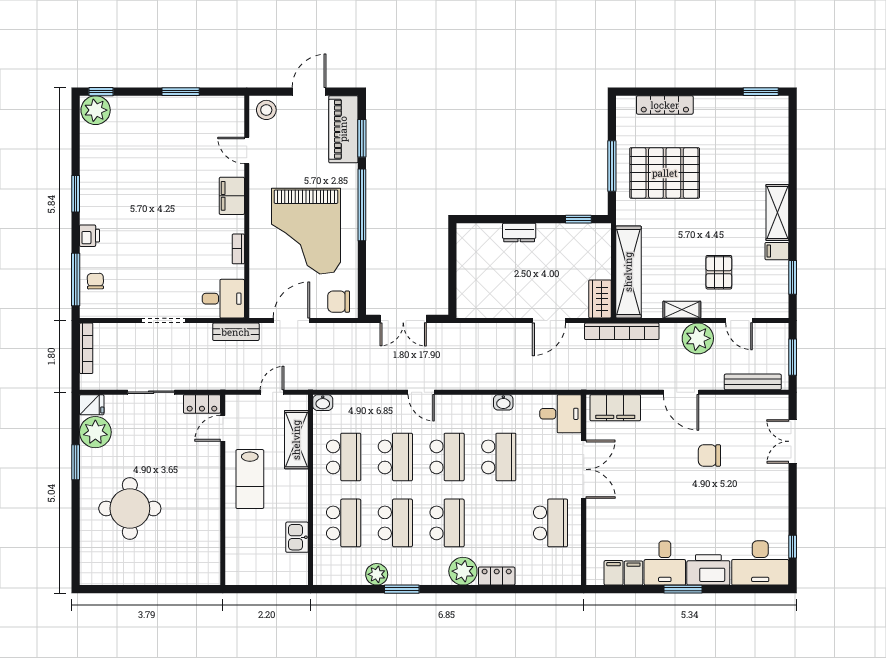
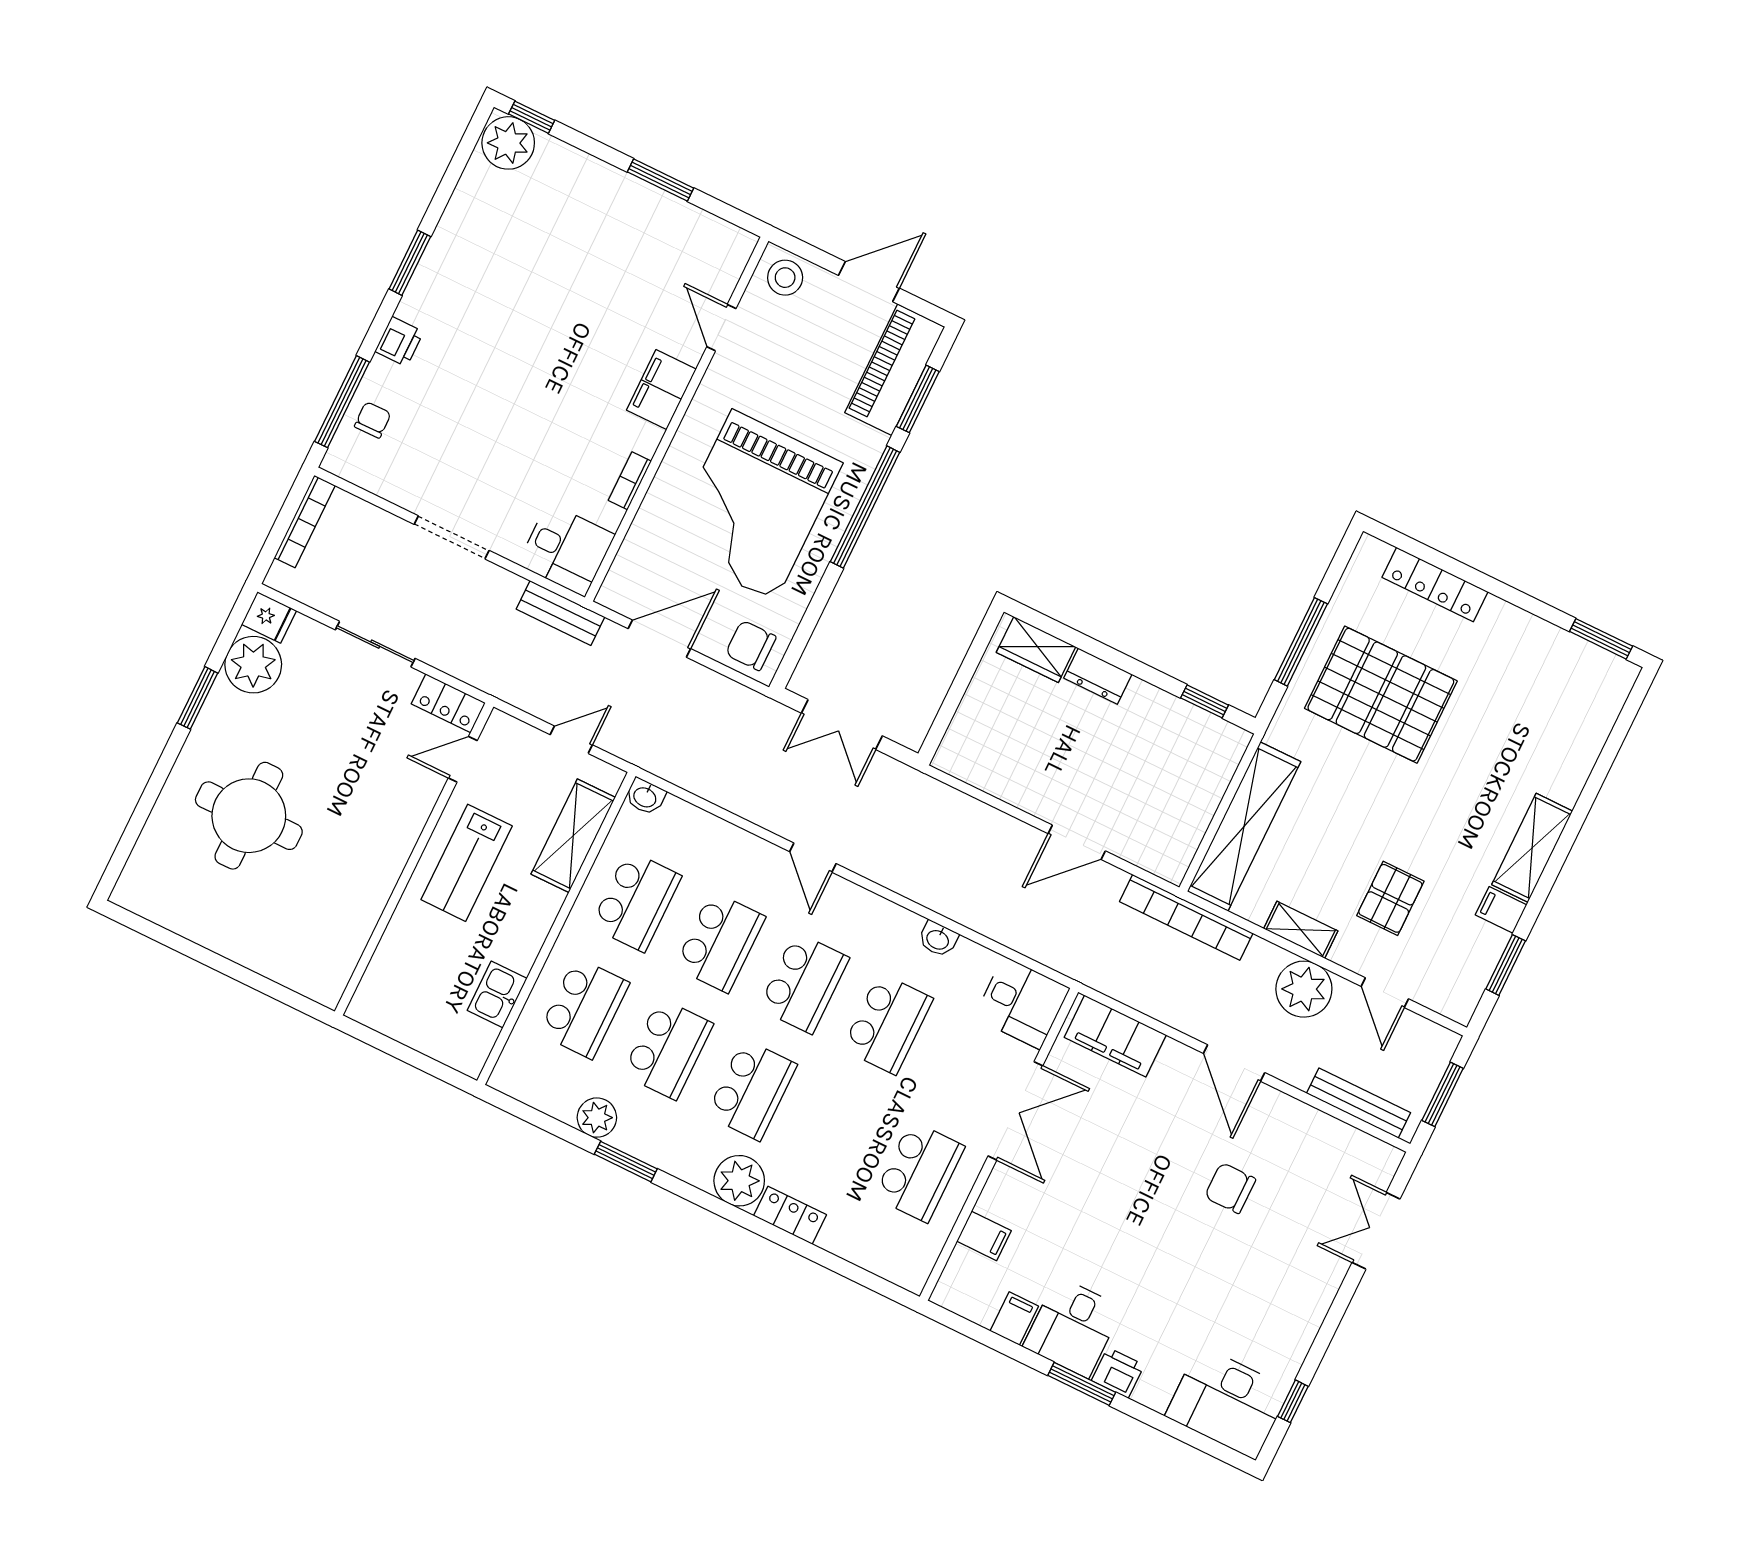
wardrobe: (600, 299) -> (1036, 649), moved, turned -90
printer: (708, 570) -> (1118, 1373), width x0.53, depth x0.68
filing cabinet: (614, 573) -> (984, 1236), moved, turned 90

